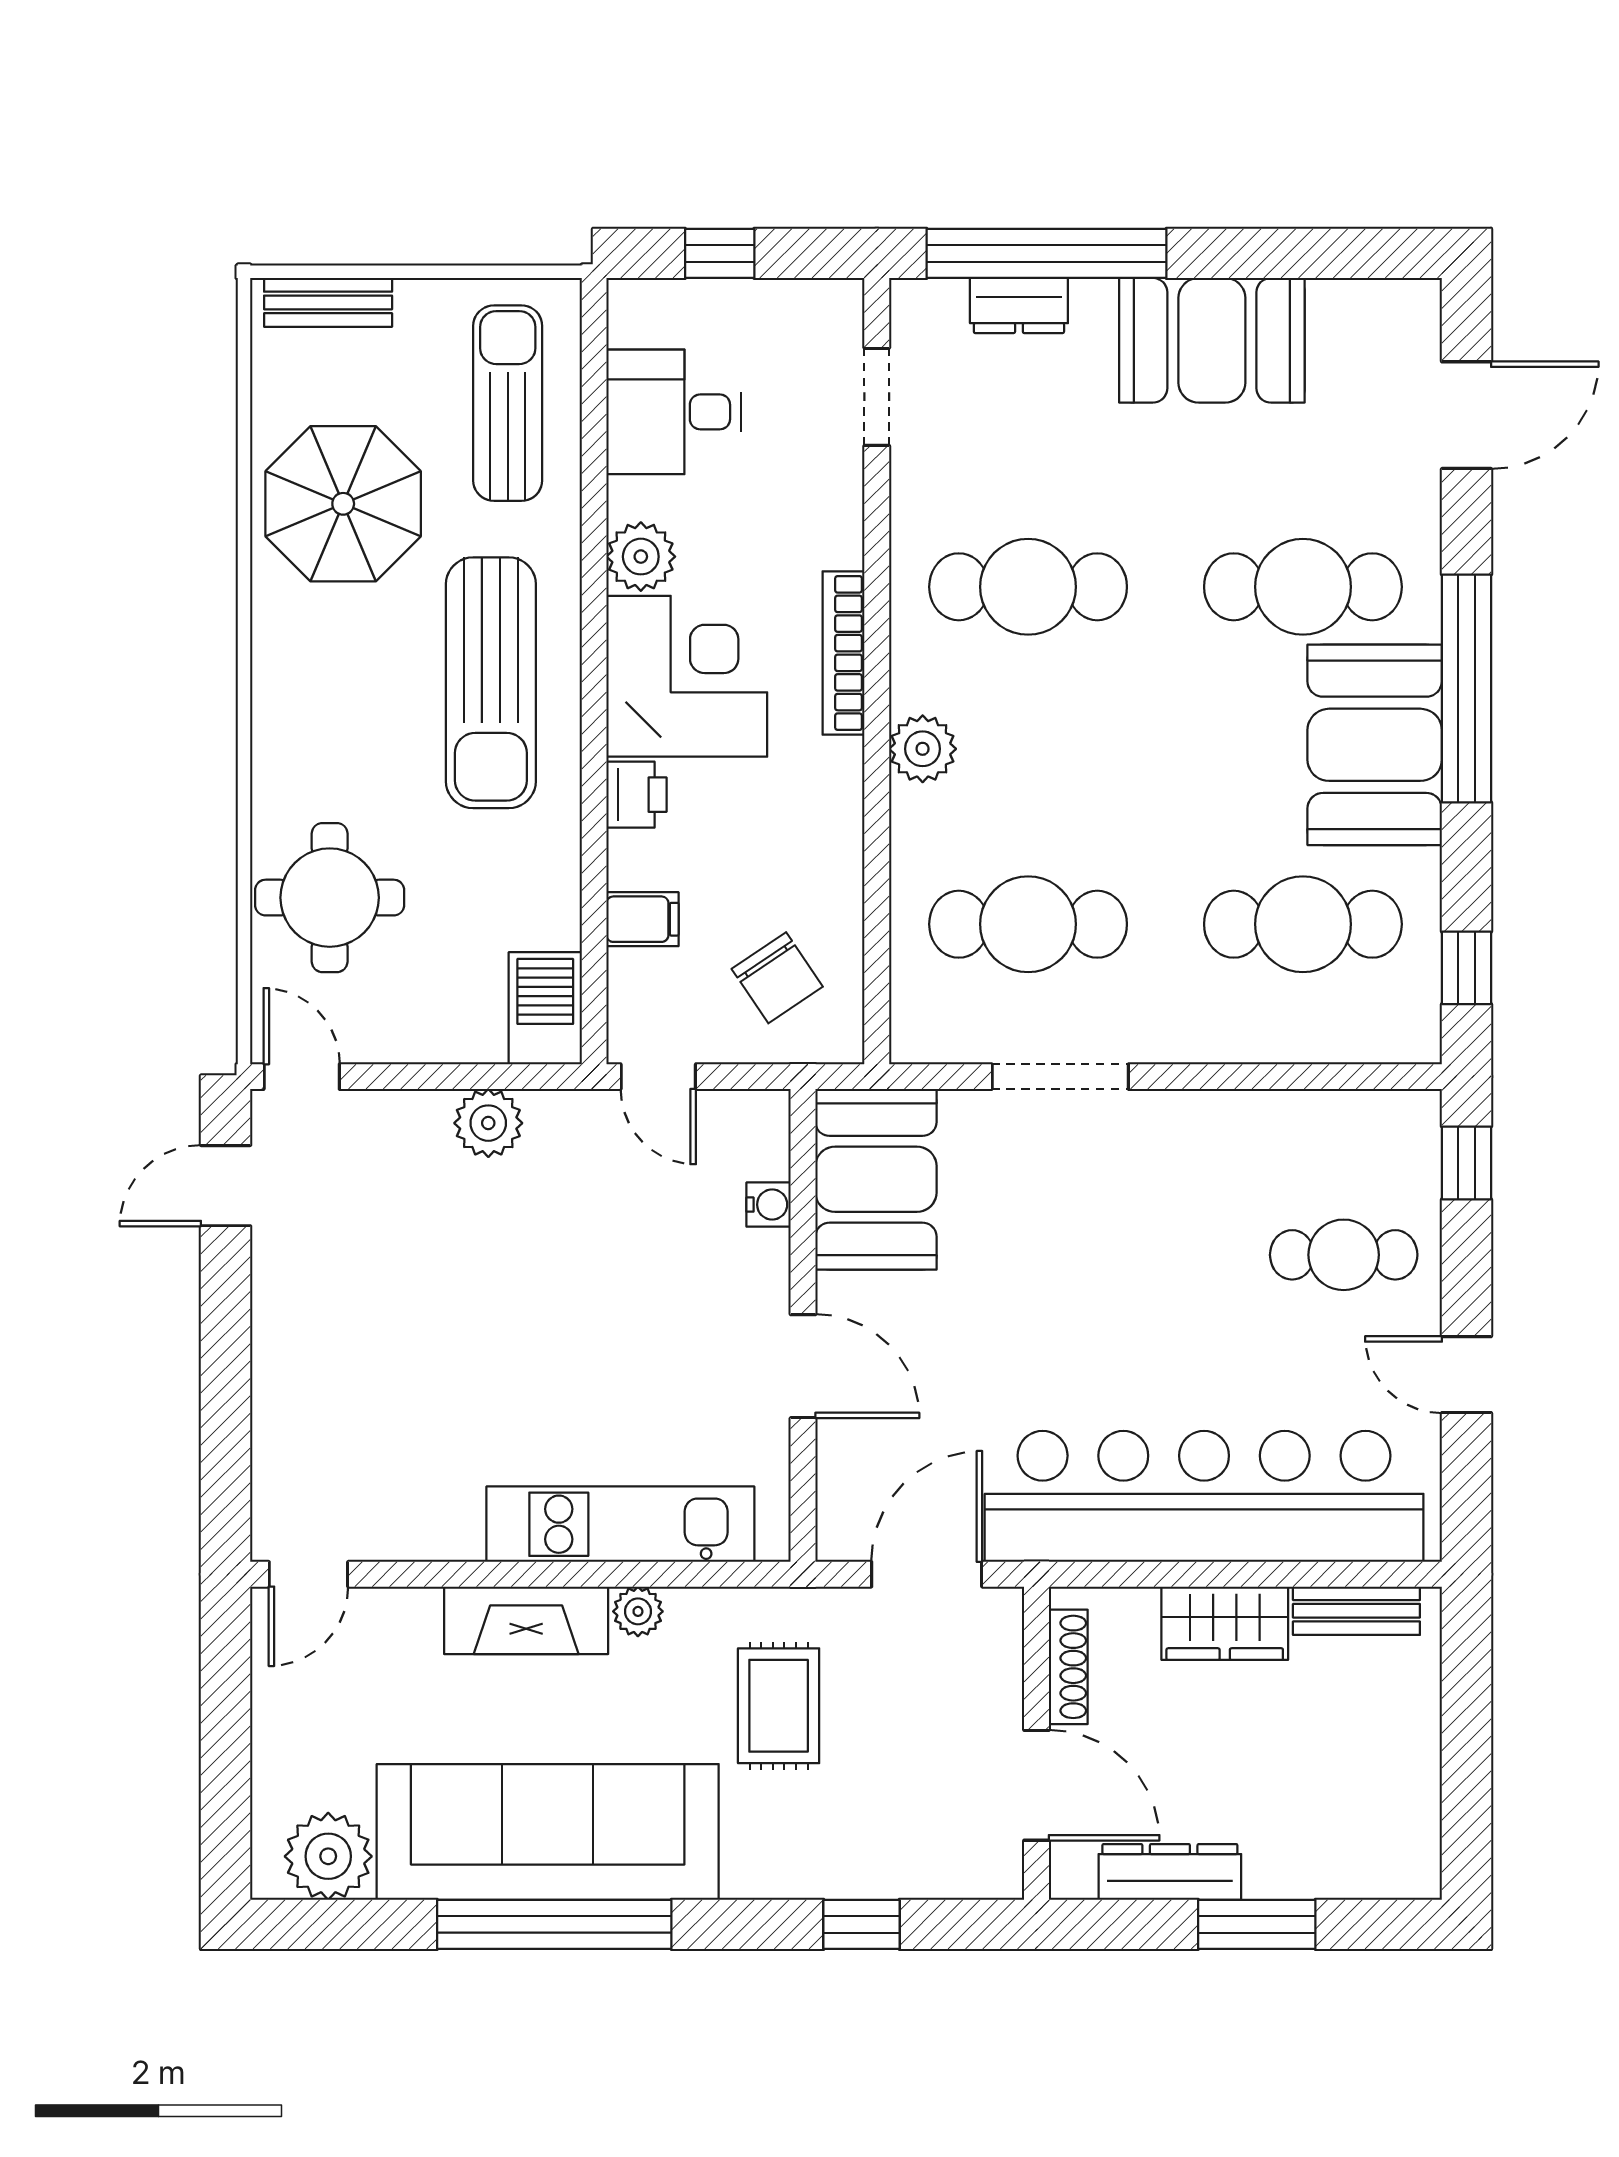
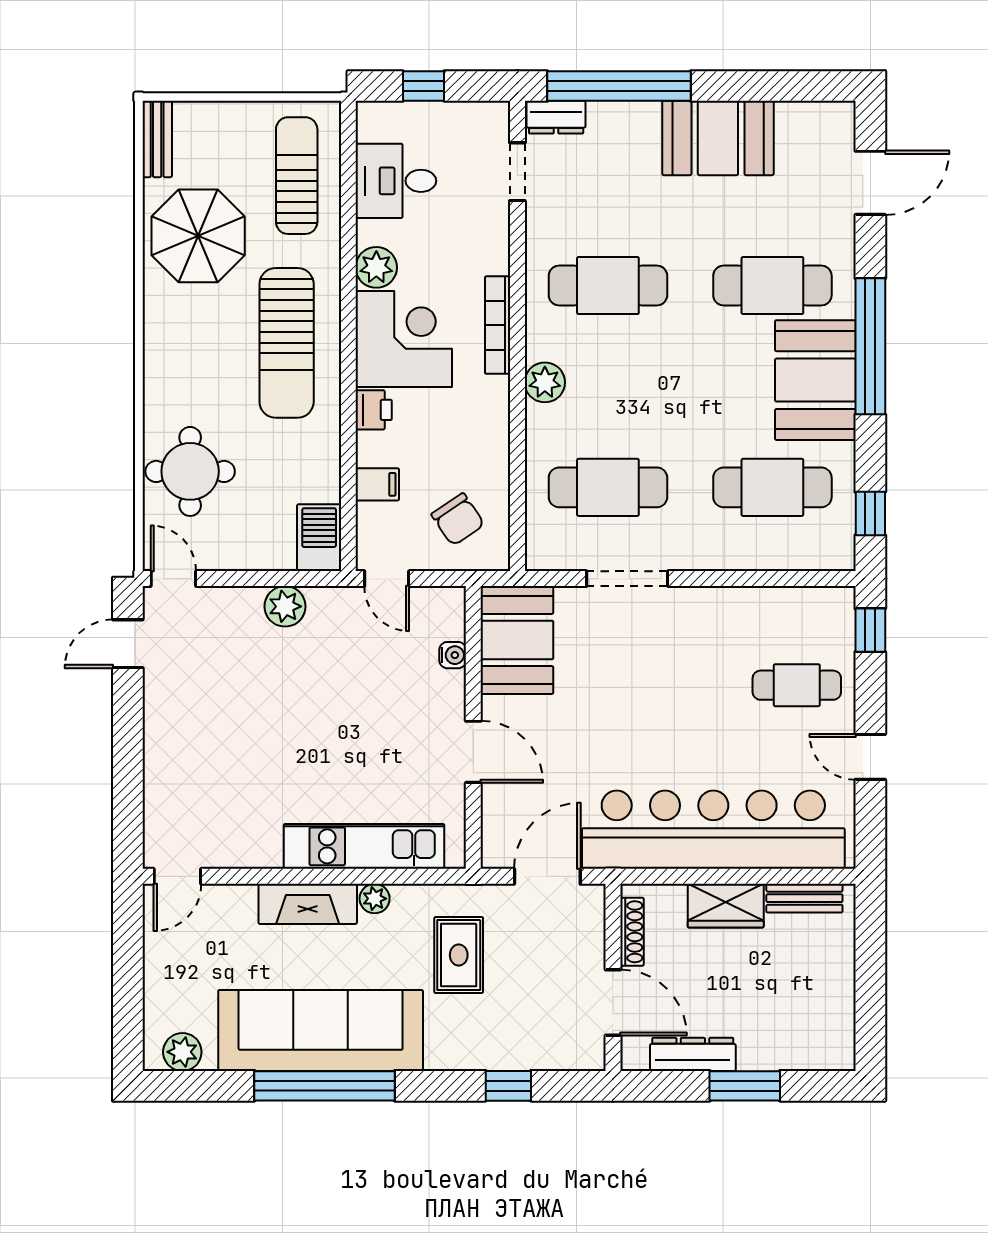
bench: (328, 302) -> (157, 139), moved, turned 90
dresser: (1019, 306) -> (556, 117), moved
plant: (328, 1856) -> (182, 1052), width x0.73, depth x0.73

